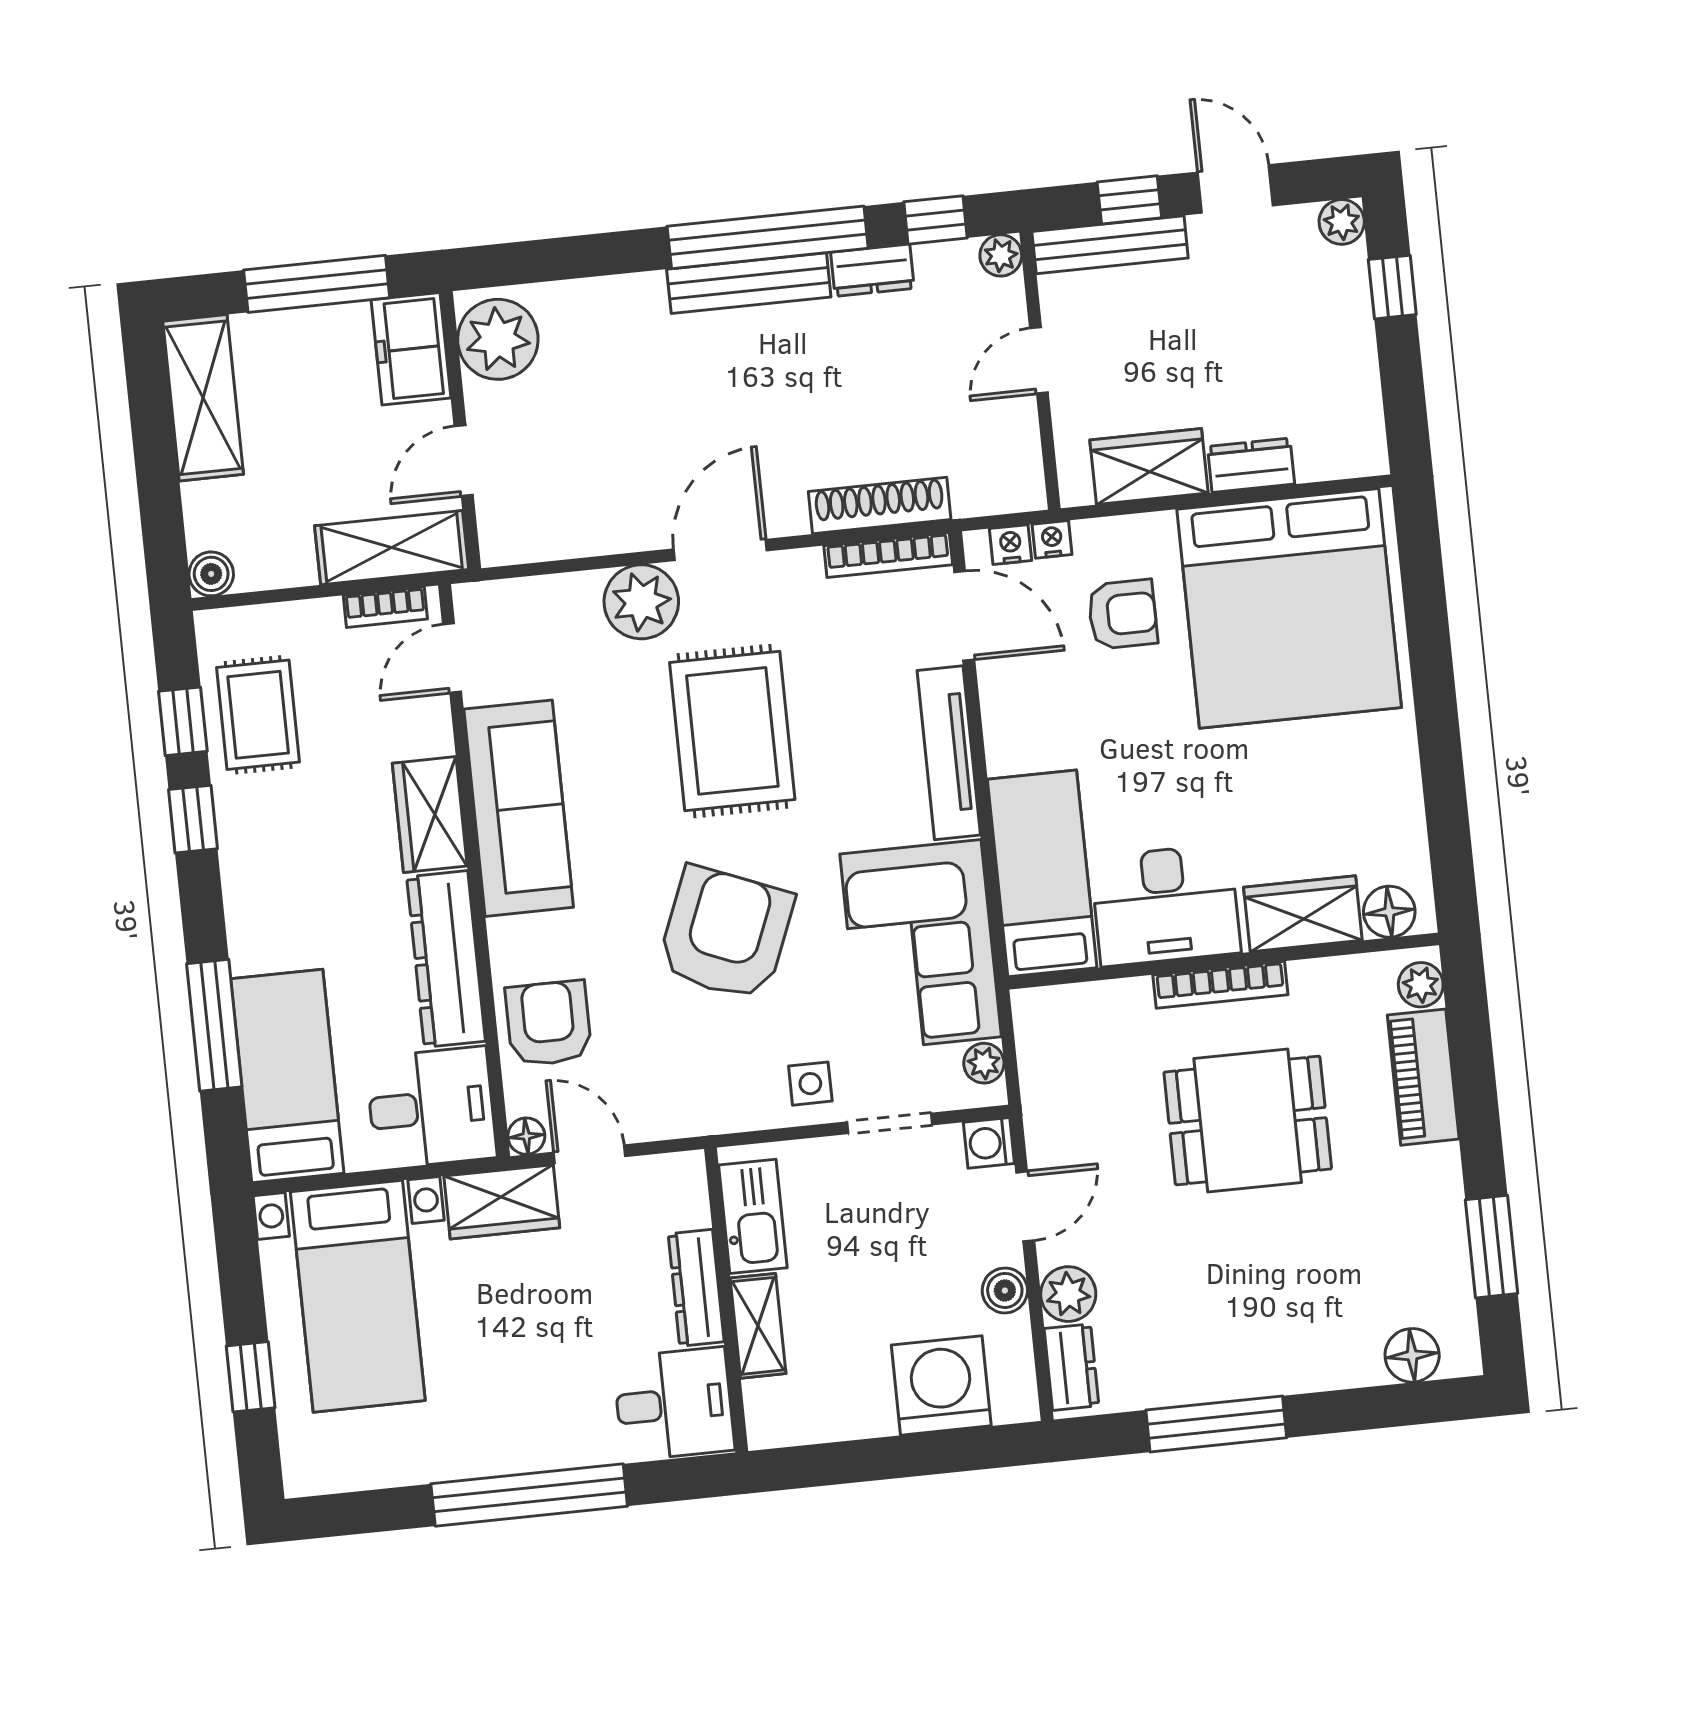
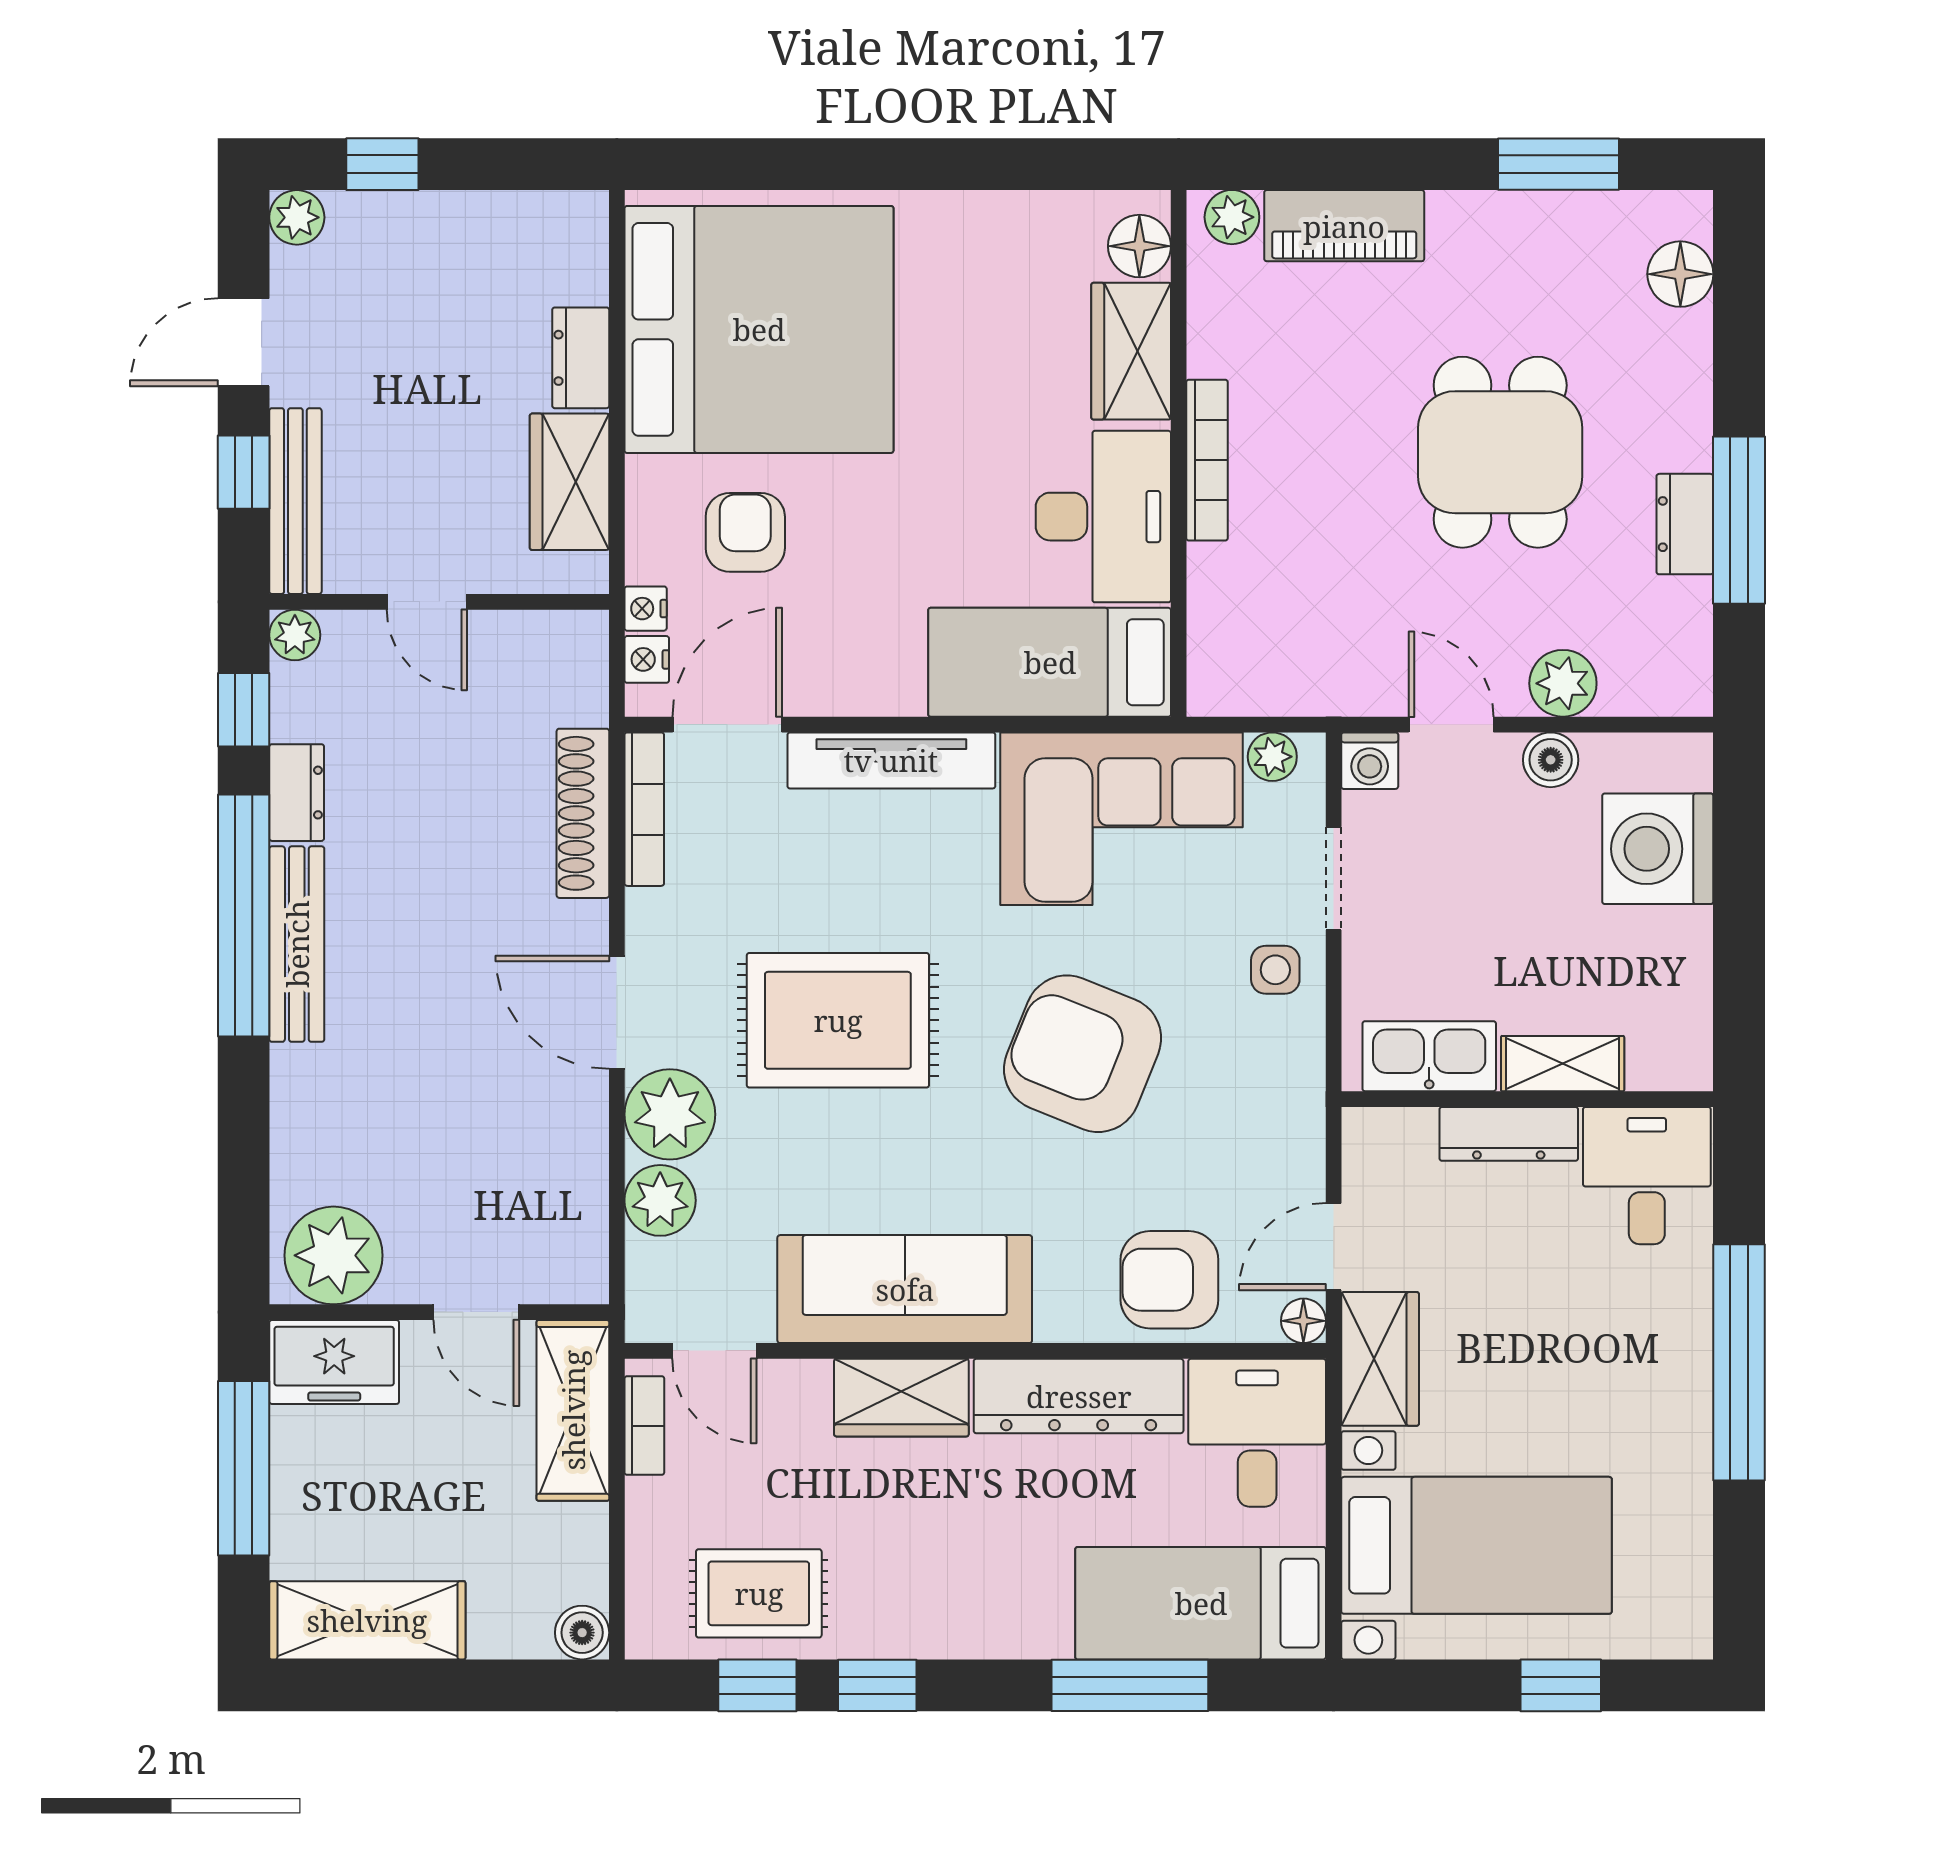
plant: (570, 601) -> (660, 1200), added
dining table: (1248, 1121) -> (1500, 452), moved
dresser: (1072, 1367) -> (1685, 524), moved, turned -90

